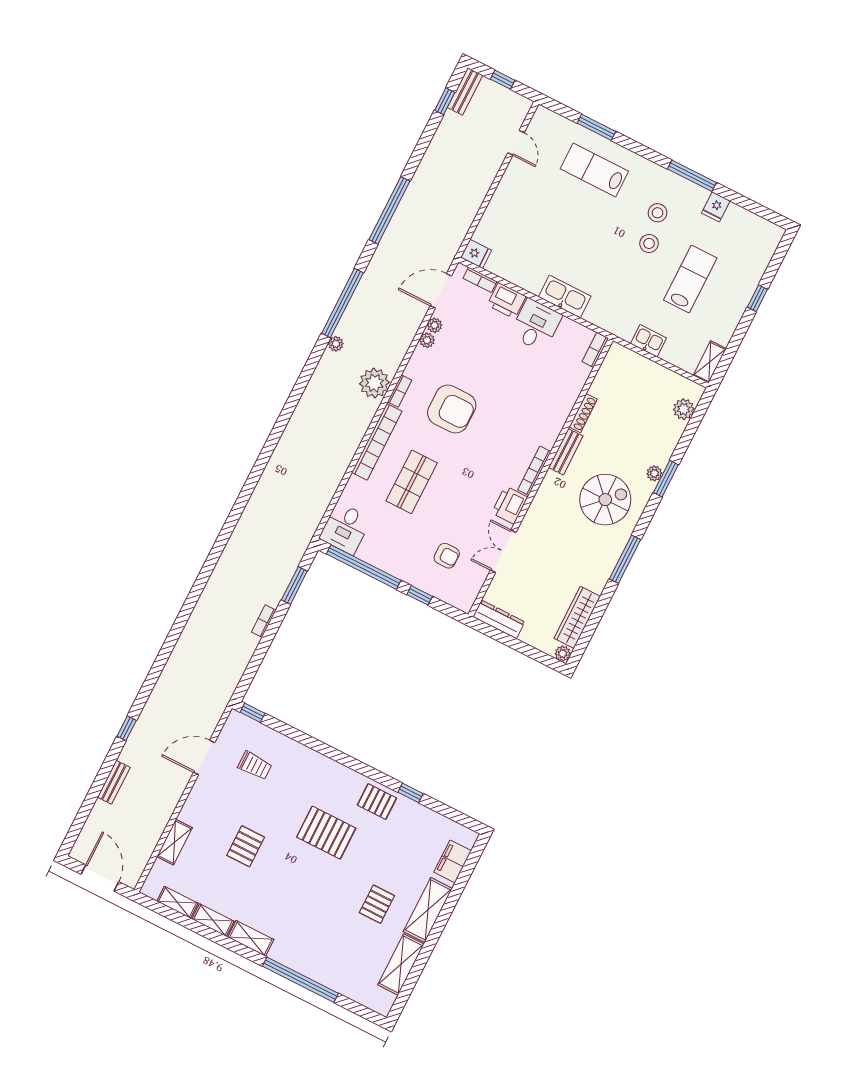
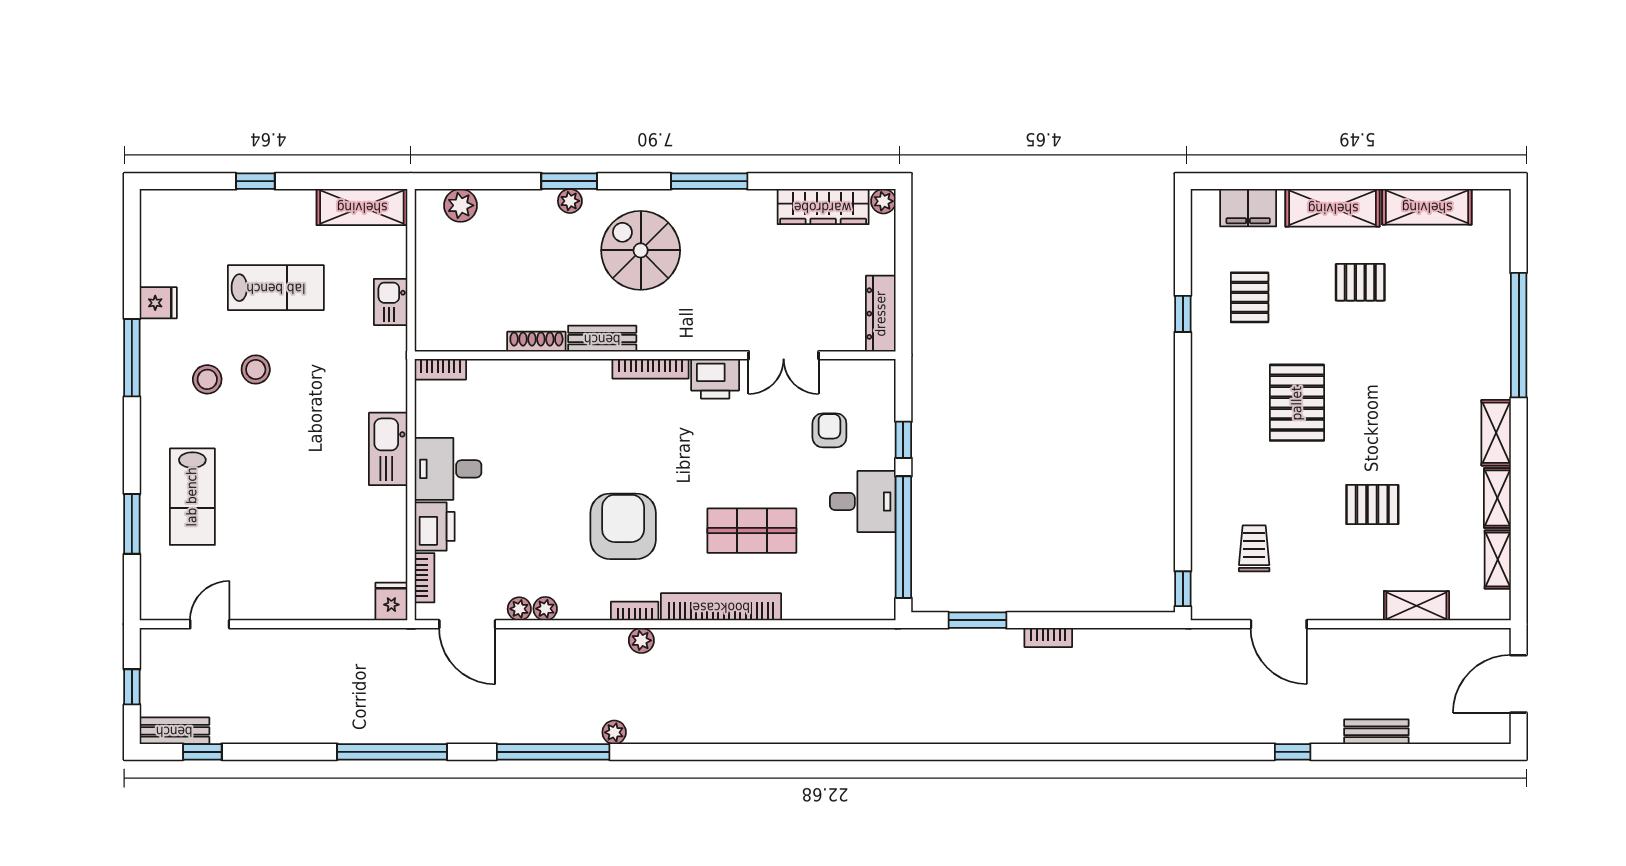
lab bench: (690, 279) -> (276, 288), turned 180
shelving: (710, 362) -> (362, 207), width x1.50, depth x1.33
plant: (374, 383) -> (641, 640), width x0.53, depth x0.53
desk: (345, 528) -> (863, 501), moved
pallet: (377, 802) -> (1250, 297), moved

